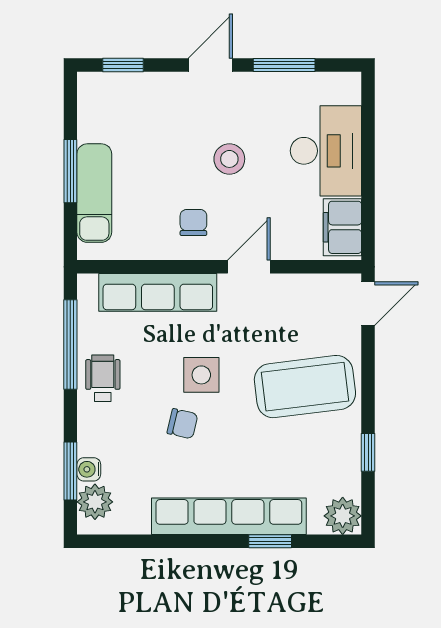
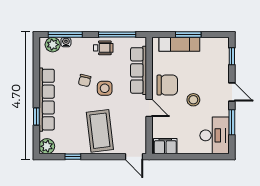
desk: (326, 151) -> (215, 135), moved, turned -90
chair: (193, 223) -> (167, 85), width x1.87, depth x1.87
window: (70, 471) -> (65, 35), width x1.44

